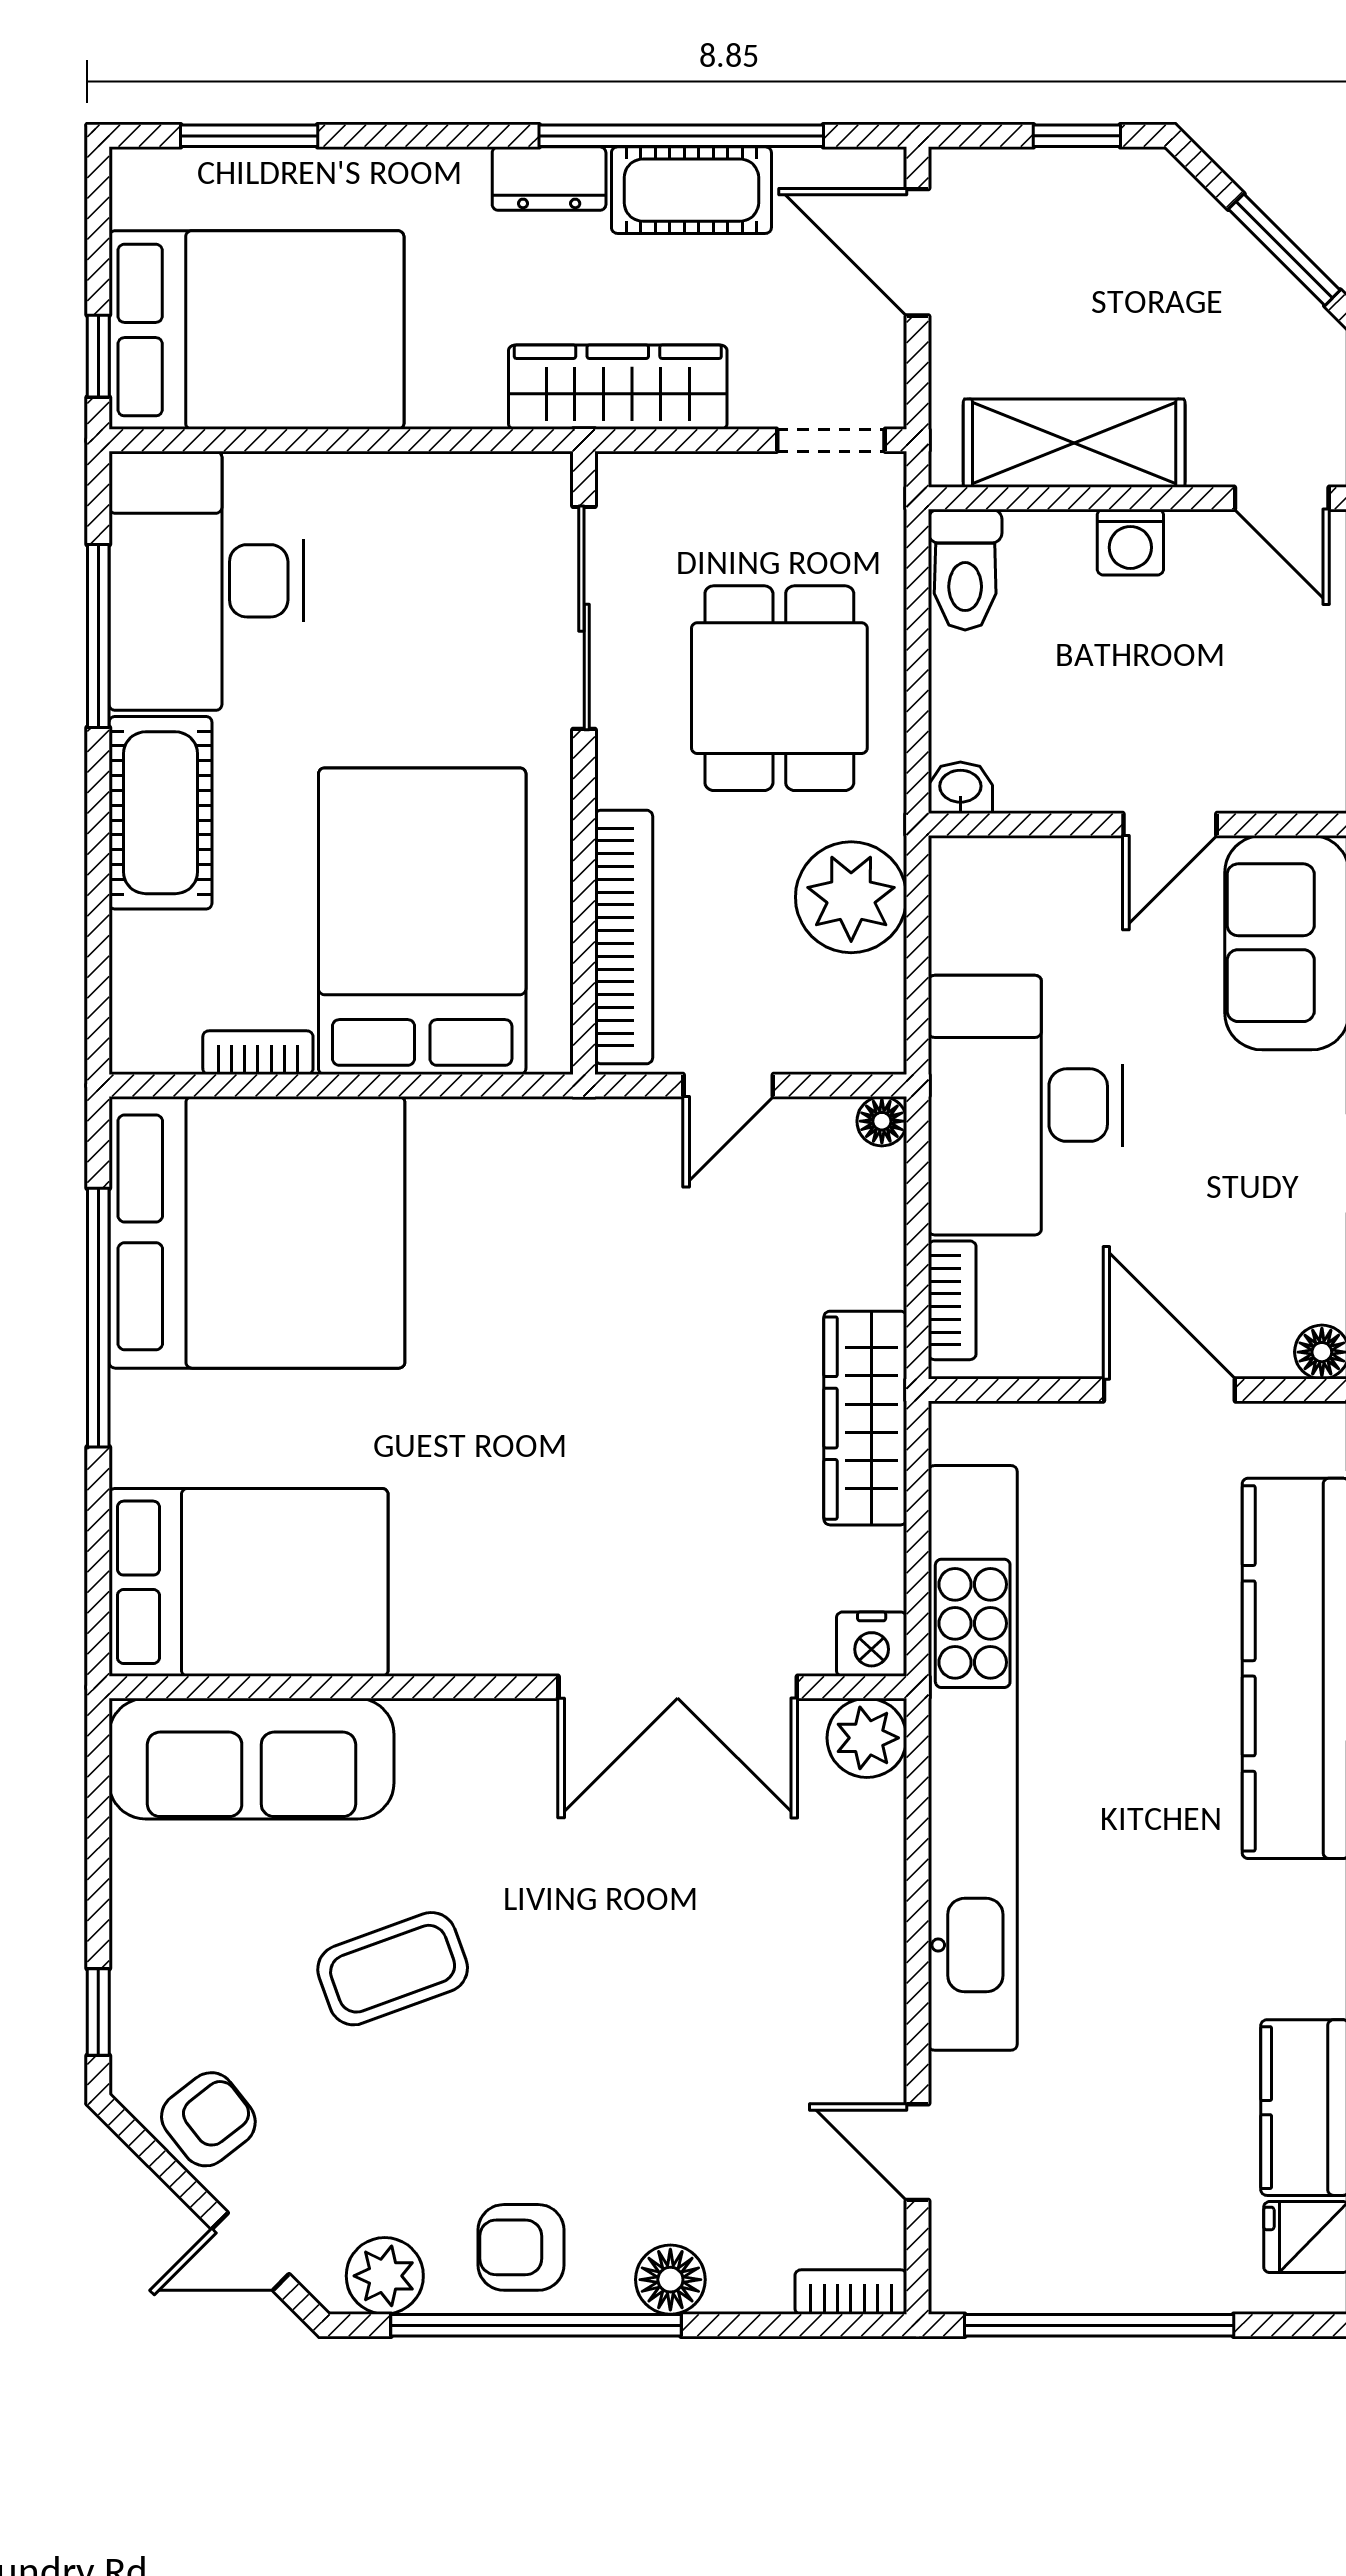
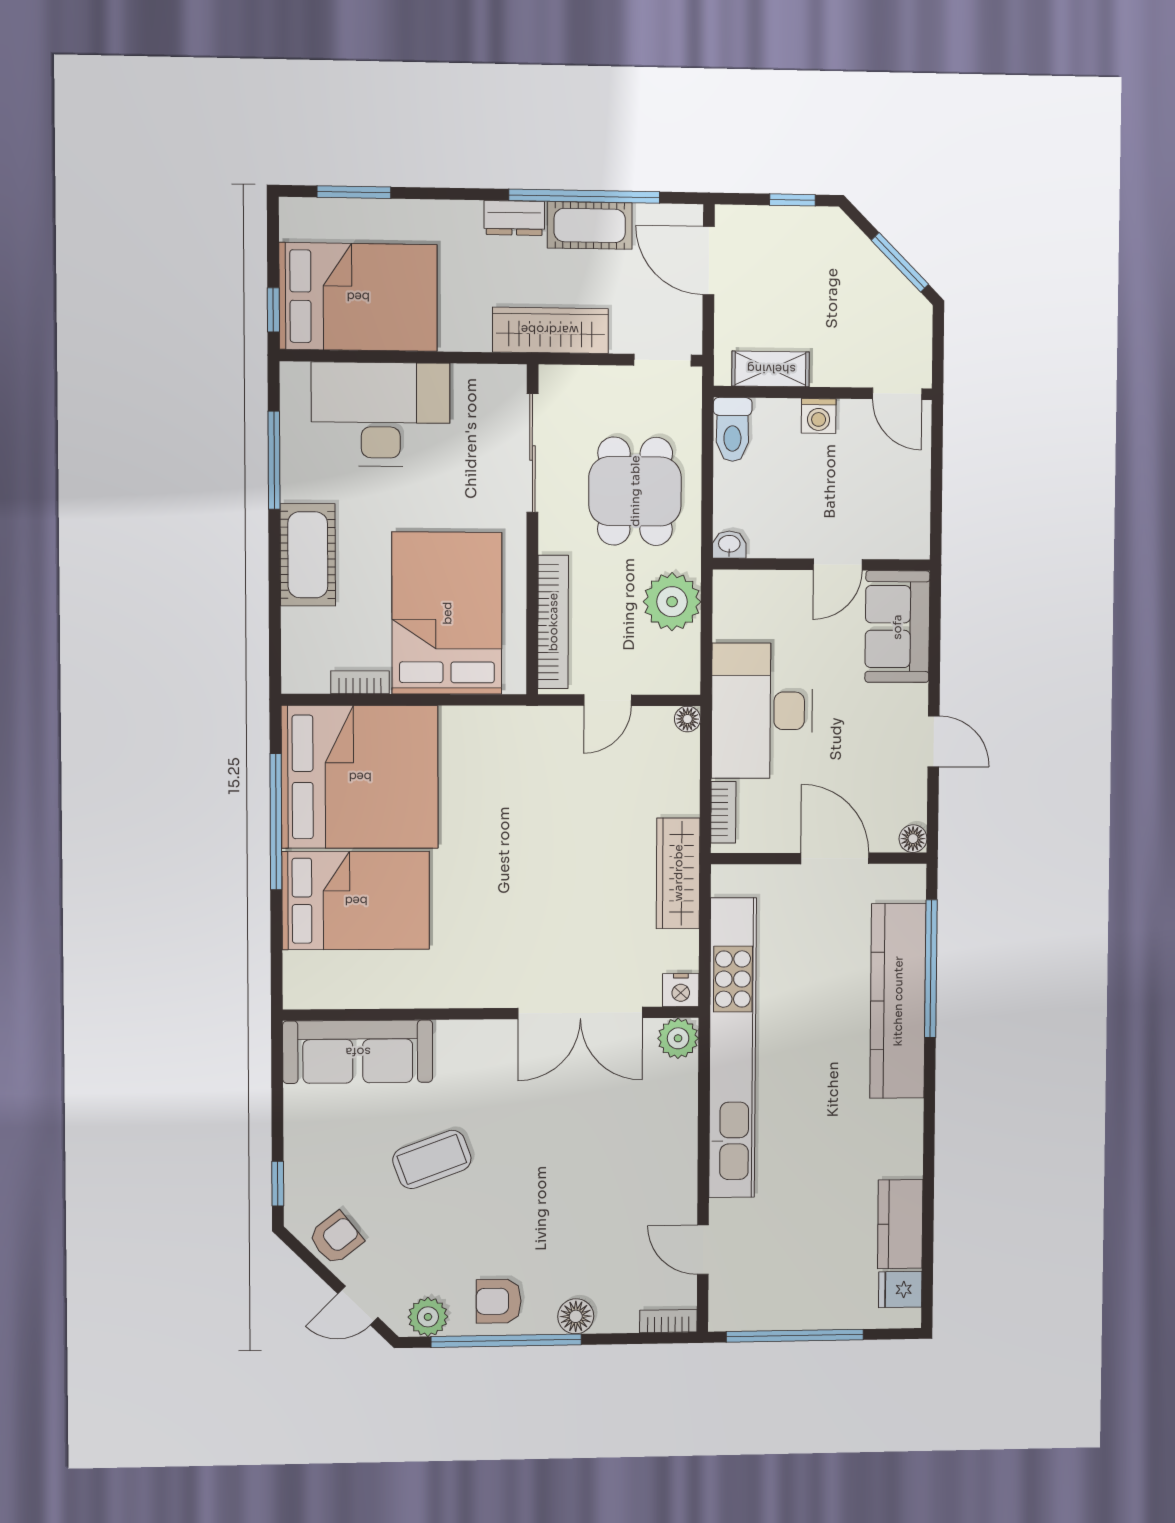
shelving: (1074, 443) -> (771, 369), width x0.67, depth x0.75
desk: (206, 581) -> (381, 414), moved, turned 90
bed: (249, 1582) -> (356, 901), moved

